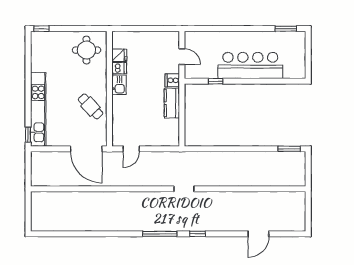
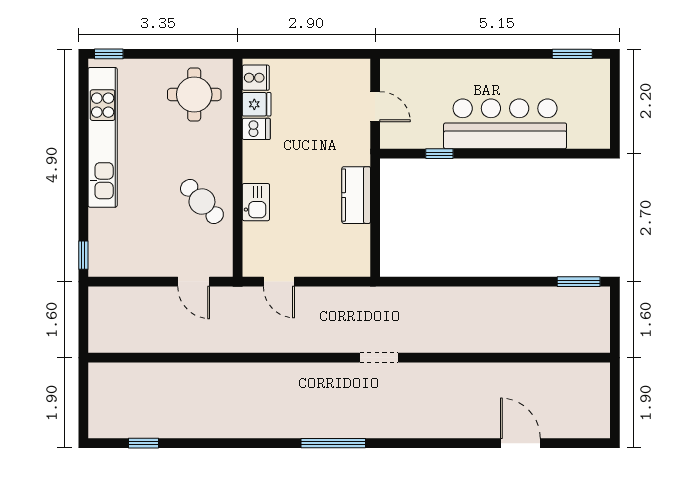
cooker: (172, 80) -> (256, 78), moved, turned 180
kitchen sink: (119, 85) -> (256, 202), moved
kitchen unit: (38, 109) -> (103, 137), moved
door: (86, 149) -> (194, 282), width x0.53
door: (131, 149) -> (279, 282), hinge flipped
window: (198, 234) -> (143, 443), moved
door: (258, 234) -> (520, 443), swing flipped

